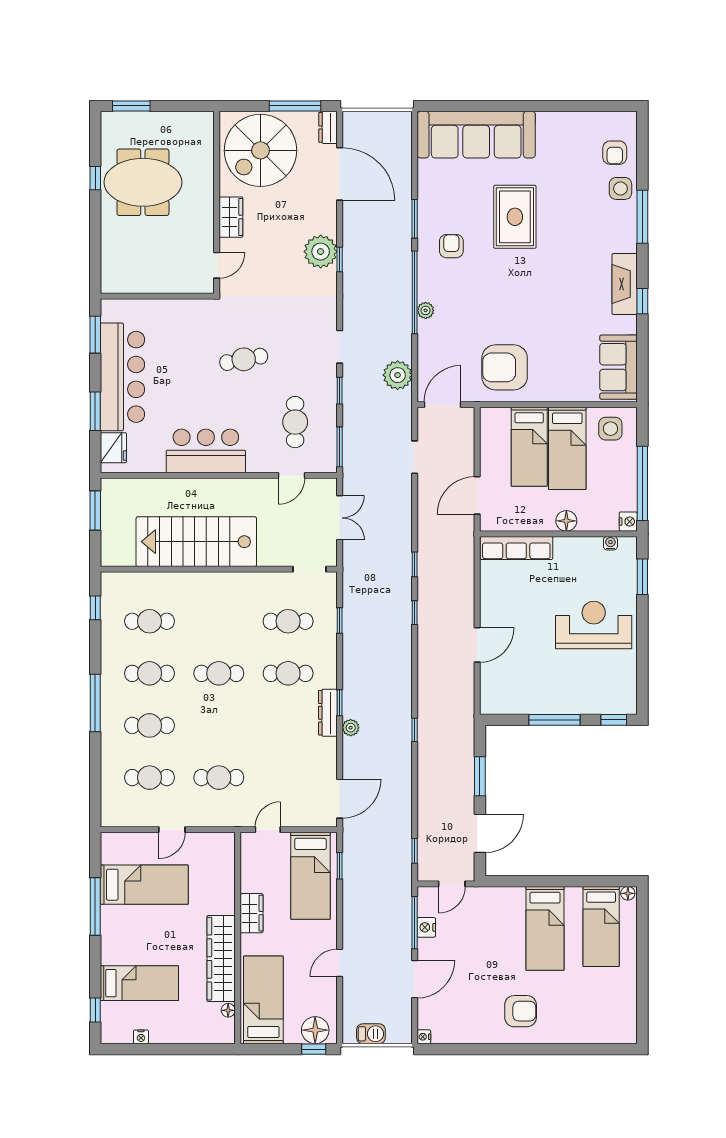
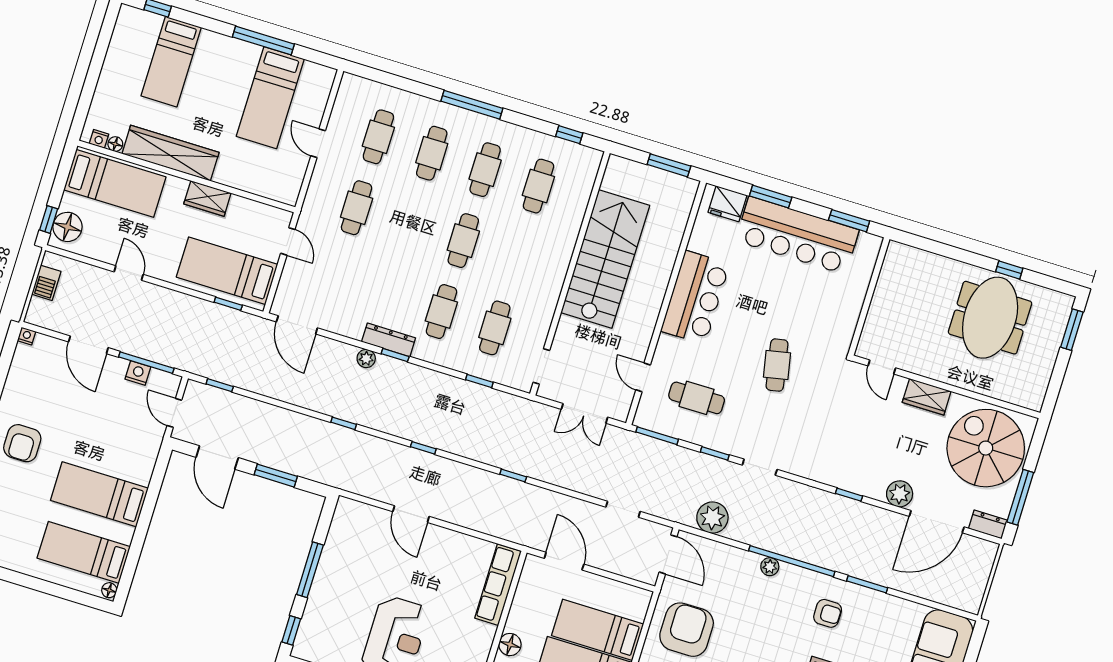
plant: (321, 252) -> (900, 494), moved, width x0.73, depth x0.73
window: (415, 613) -> (423, 448), moved
nightstand: (141, 1037) -> (99, 139), moved, turned -90

